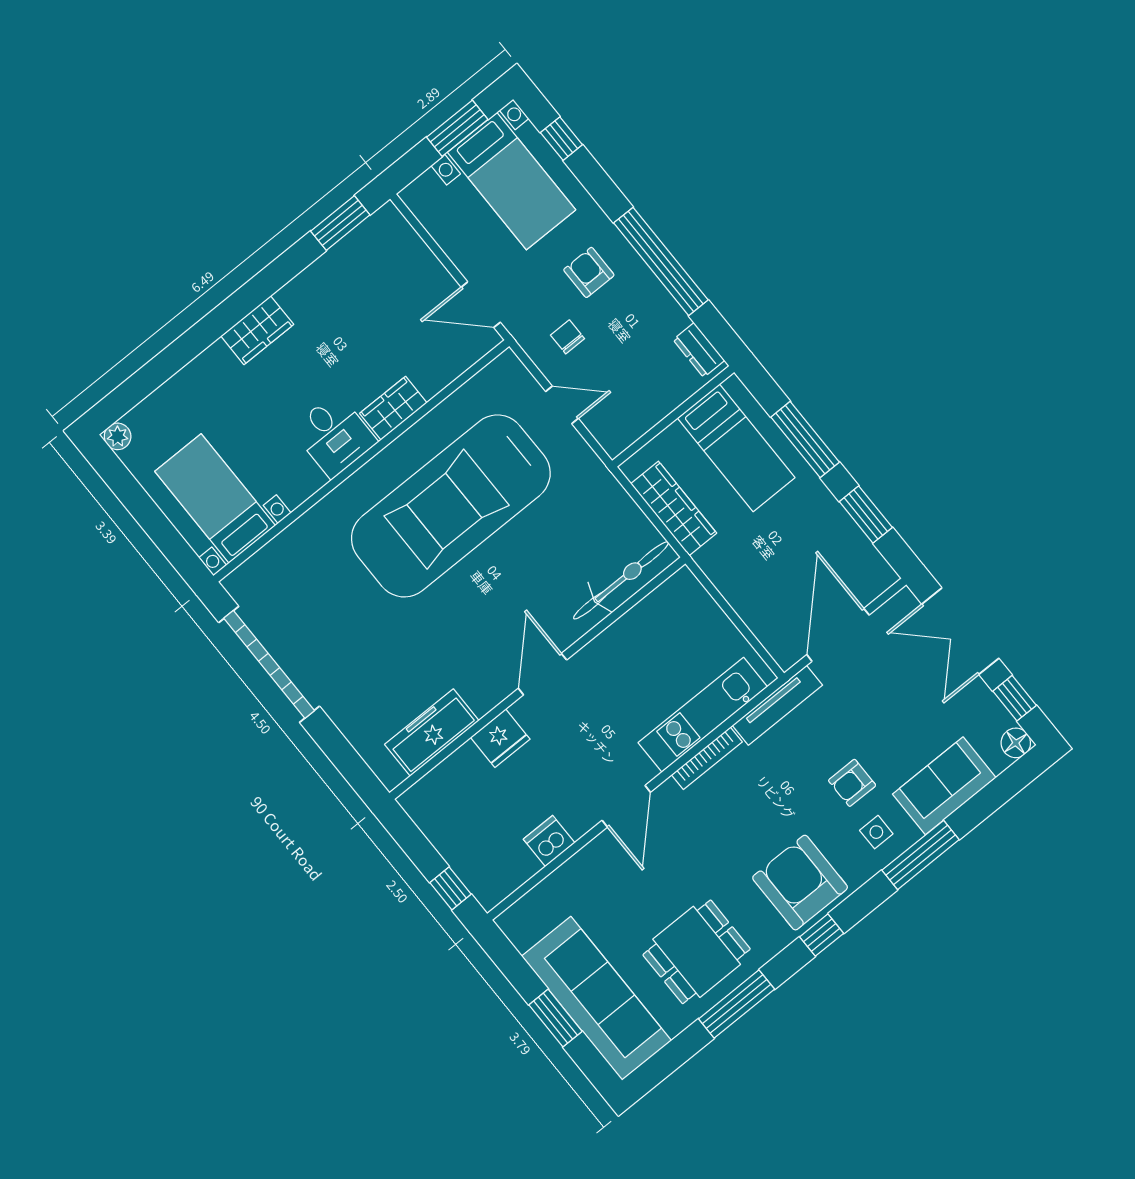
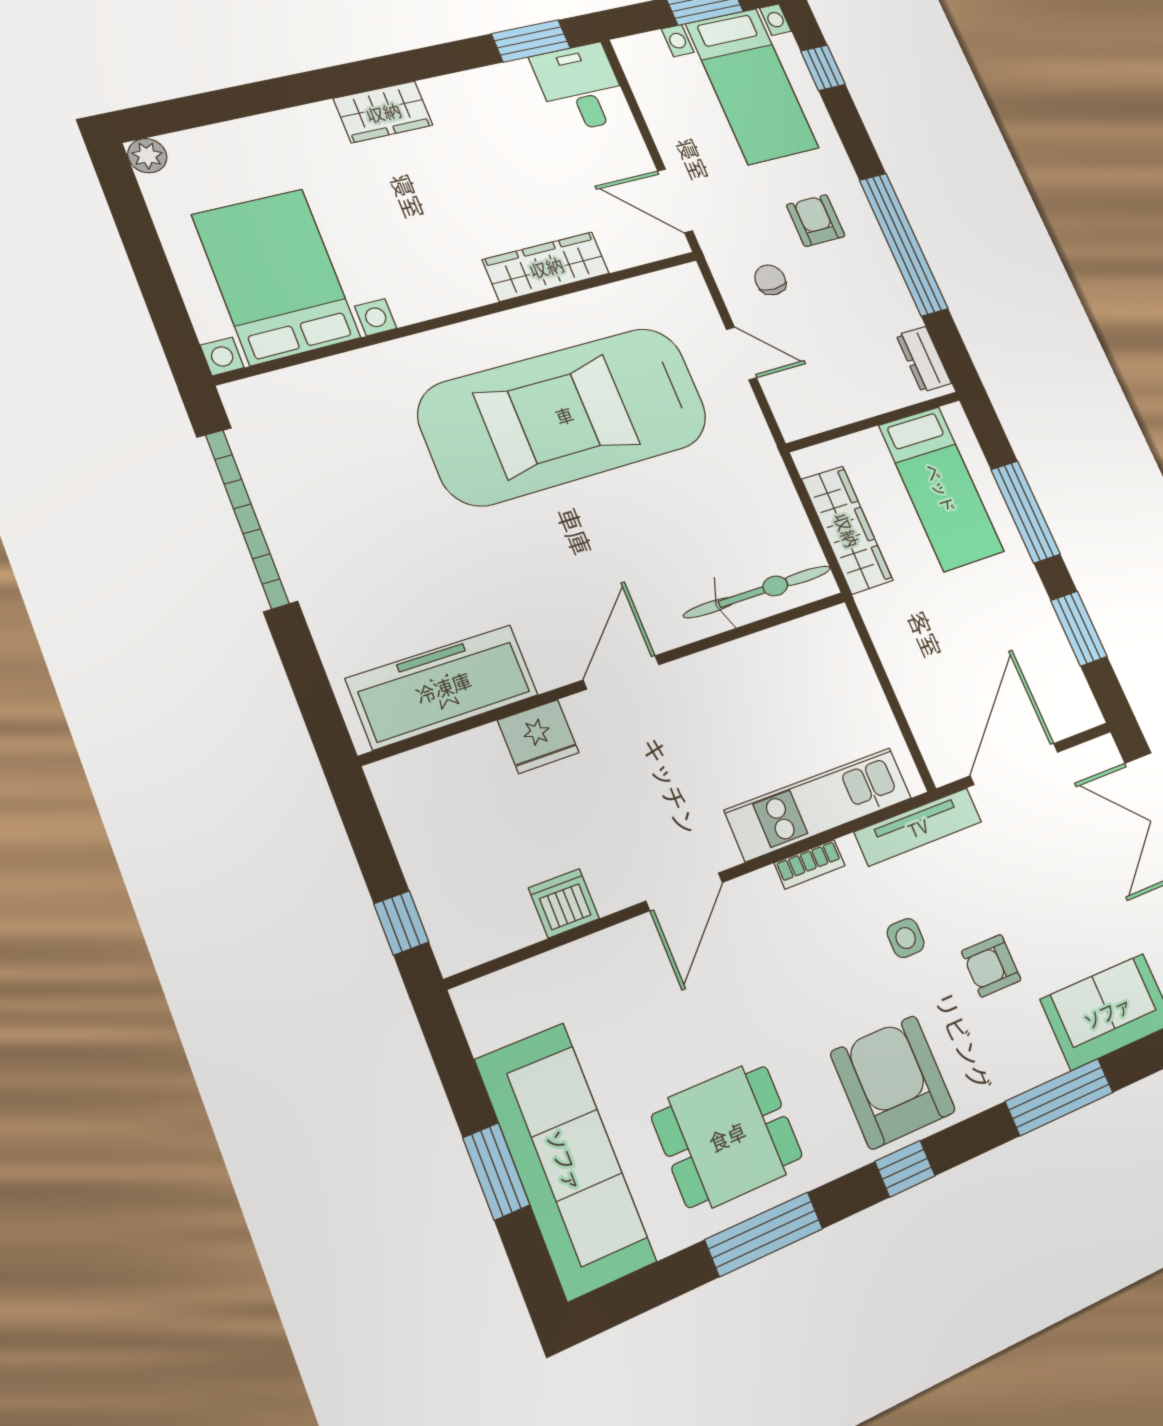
wardrobe: (393, 408) -> (546, 267), width x1.50
desk: (334, 435) -> (581, 87), moved, turned 180
bed with nightstands: (215, 498) -> (276, 276), width x1.36
freezer: (432, 733) -> (443, 687), width x1.36, depth x1.26
bookcase: (707, 758) -> (810, 864), width x0.64
side table: (876, 832) -> (906, 938), moved

